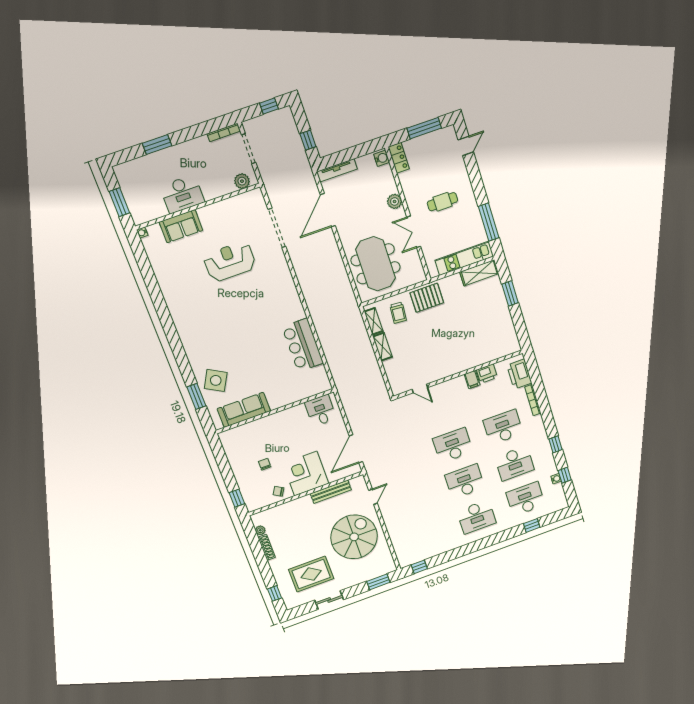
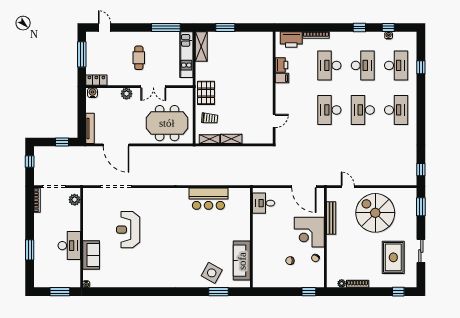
desk: (526, 499) -> (396, 65), turned 180

